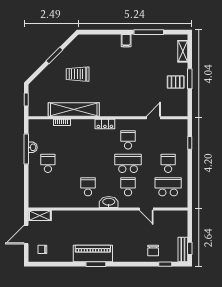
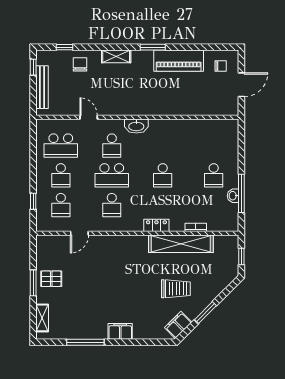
filing cabinet: (126, 41) -> (120, 331), width x2.00
filing cabinet: (76, 46) -> (178, 325), added
locker: (105, 124) -> (156, 225), moved
school desk: (168, 140) -> (61, 205), added
school desk: (88, 187) -> (163, 175), moved
shelving: (40, 215) -> (116, 56), moved
bench: (183, 250) -> (42, 87), moved, width x1.36
piano: (93, 254) -> (179, 61), moved

